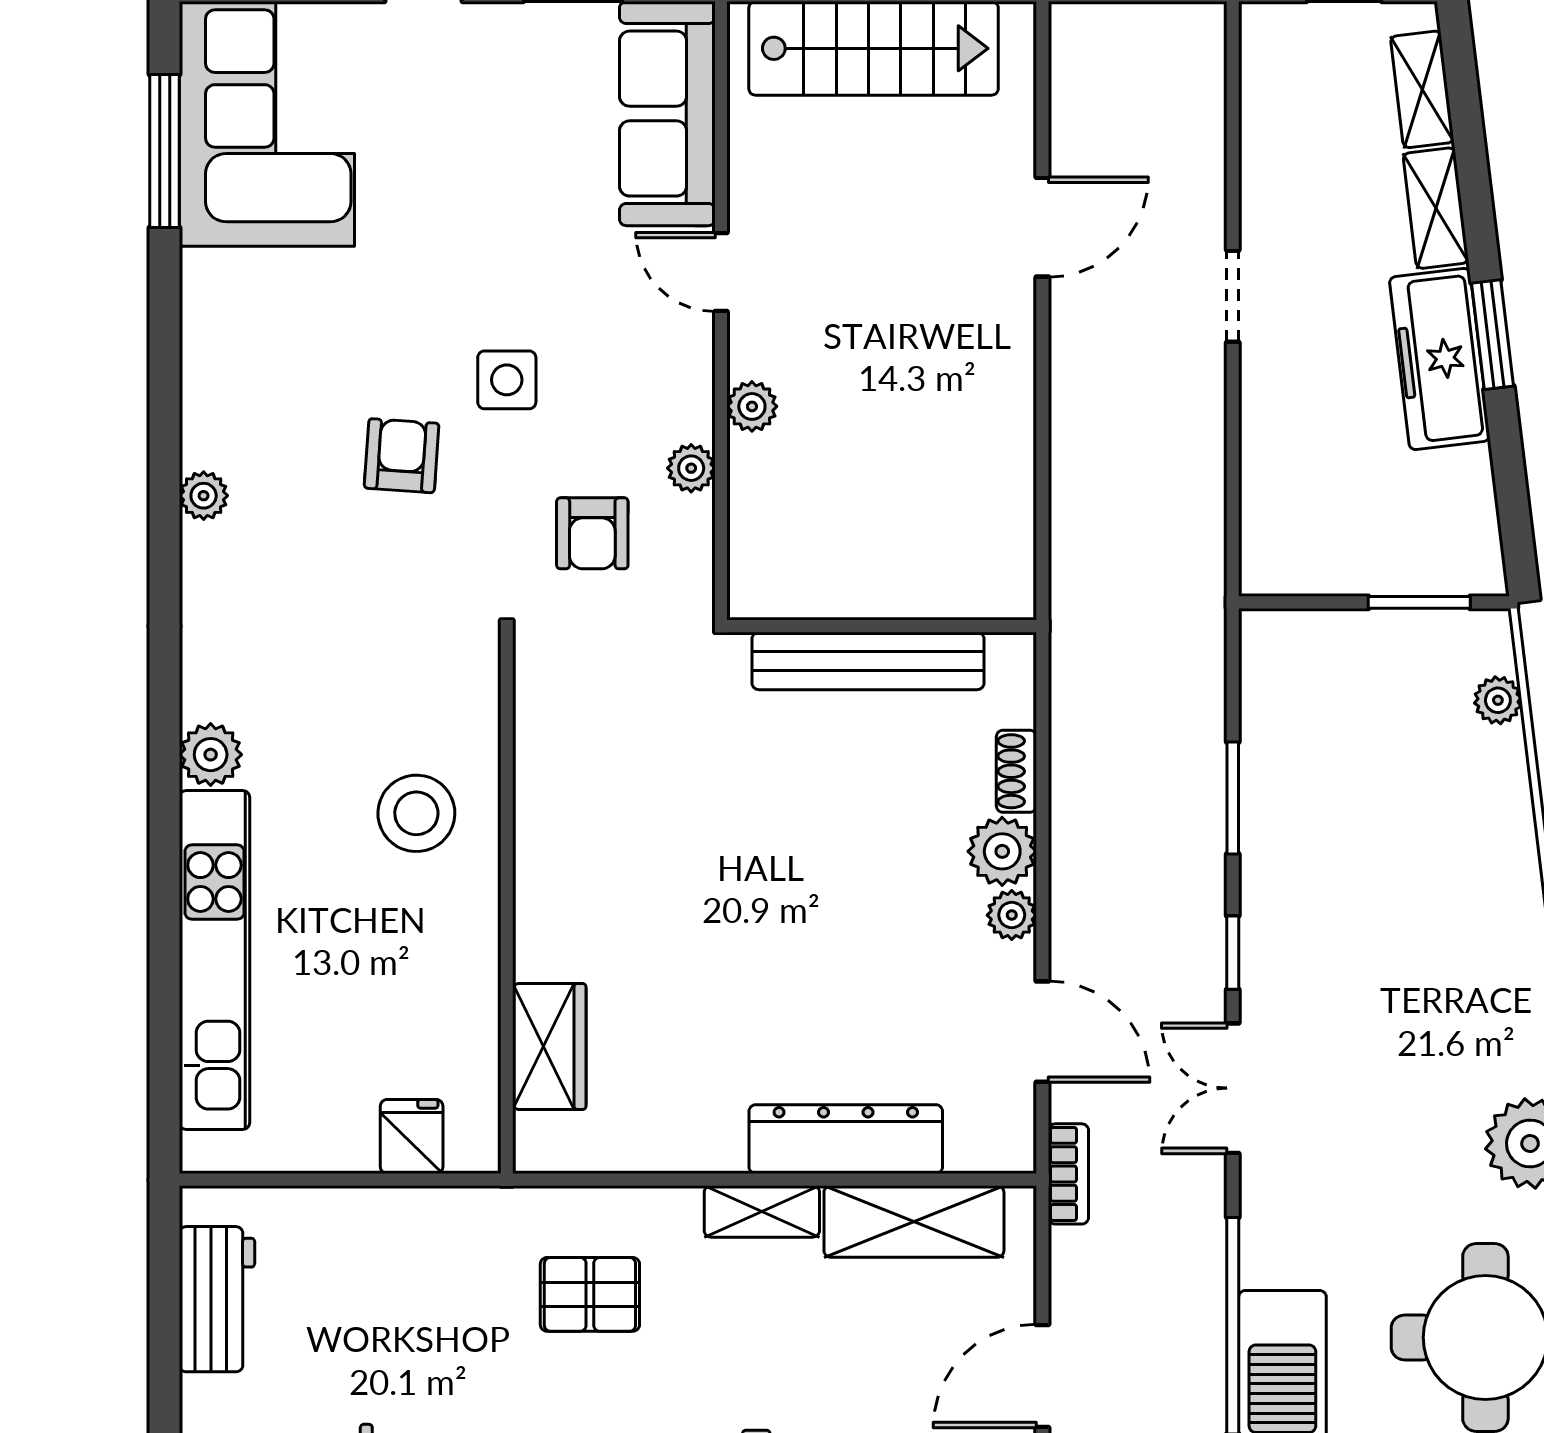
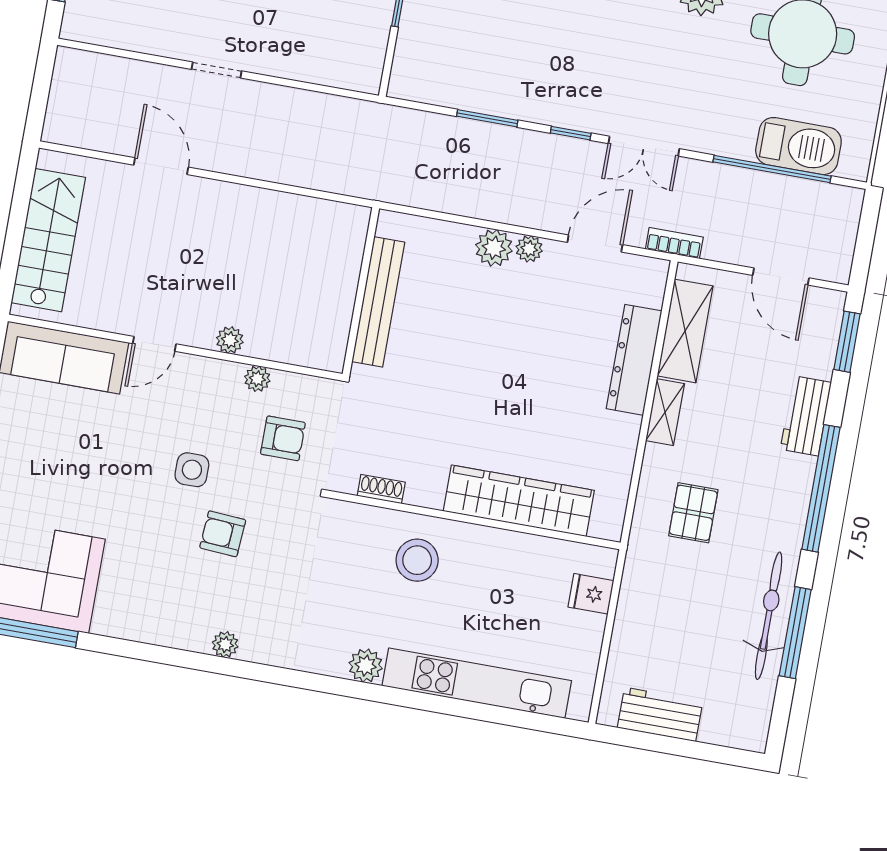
shoe rack: (1016, 771) -> (381, 489), moved, turned 180
wardrobe: (549, 1046) -> (519, 501), width x2.10, depth x1.17

